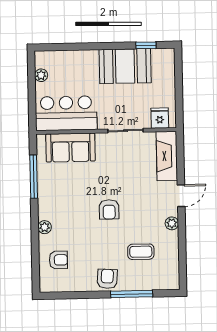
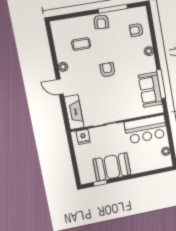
sofa: (70, 148) -> (150, 90), moved, turned -90
door: (181, 196) -> (60, 87), hinge flipped
window: (132, 294) -> (113, 9), moved

